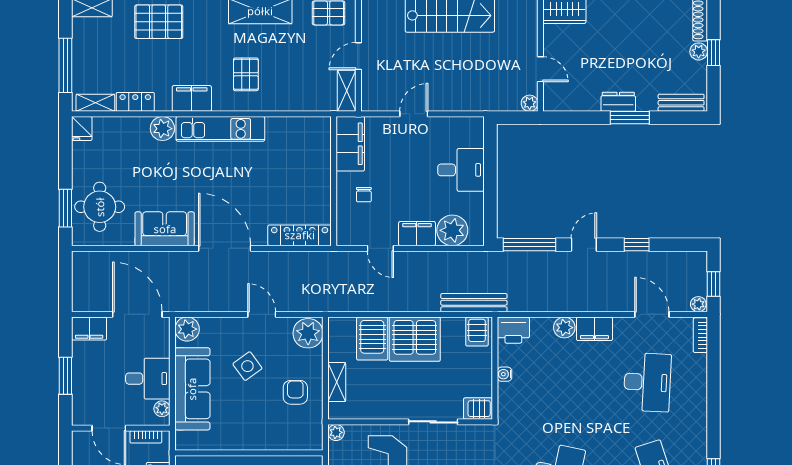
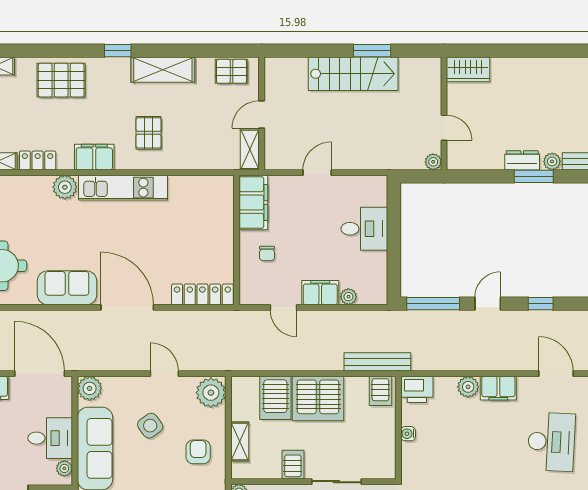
plant: (648, 103) -> (552, 161), added
plant: (452, 230) -> (348, 297), width x0.53, depth x0.53
server rack: (478, 409) -> (293, 465), moved, turned 90

